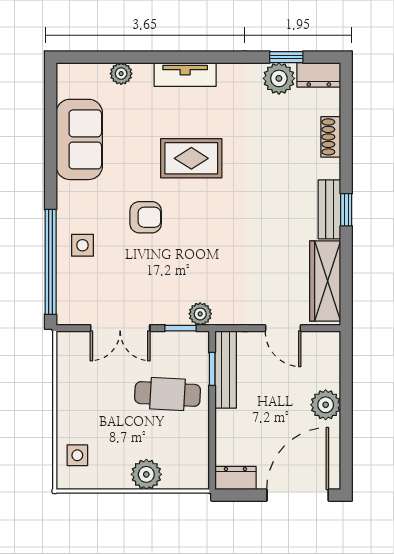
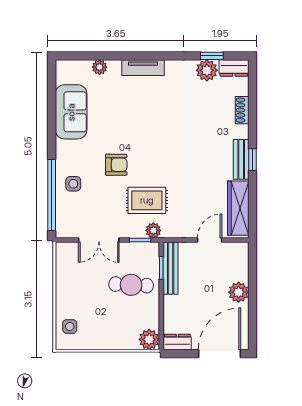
rug: (191, 158) -> (147, 200), moved
door: (283, 328) -> (210, 240), swing flipped
plant: (146, 474) -> (149, 339), moved

